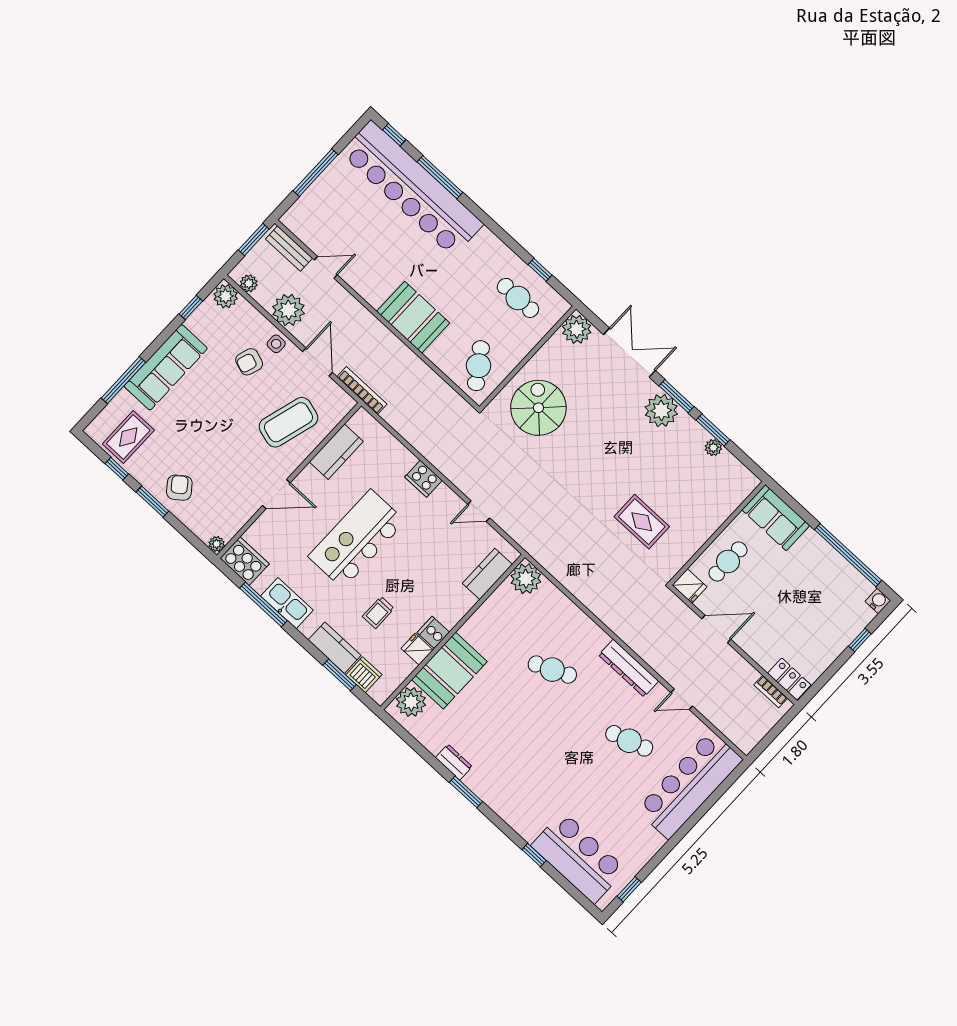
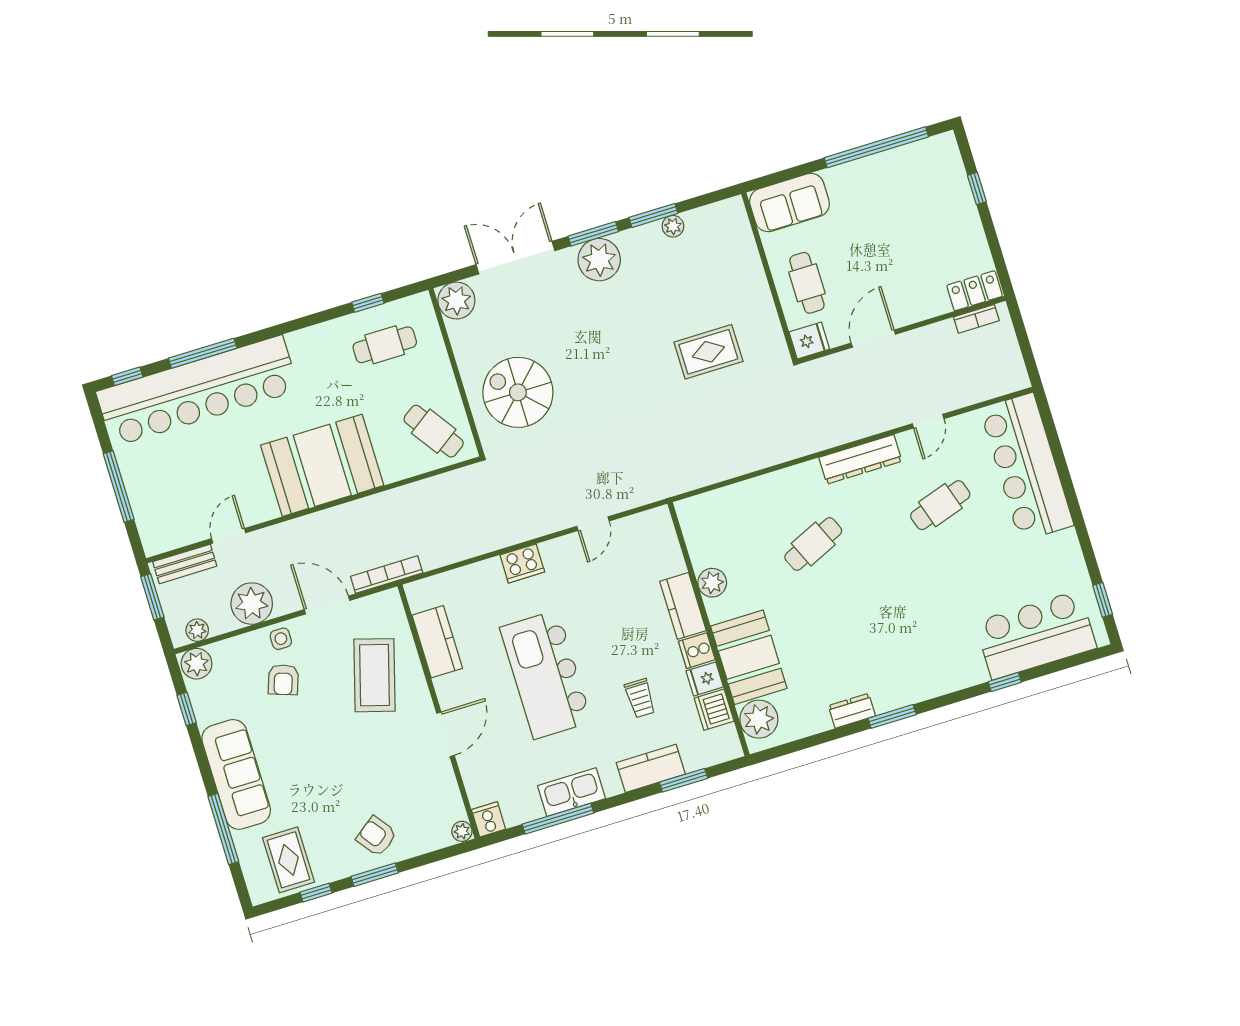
booth: (413, 317) -> (322, 465), width x1.36, depth x1.42
cooker: (245, 561) -> (488, 819), width x0.53, depth x0.76
kitchen counter: (487, 574) -> (683, 606), moved
plant: (526, 579) -> (712, 583), moved, width x0.73, depth x0.73
water cooler: (878, 601) -> (946, 144), removed
dishwasher: (364, 675) -> (714, 710), moved, turned -90

